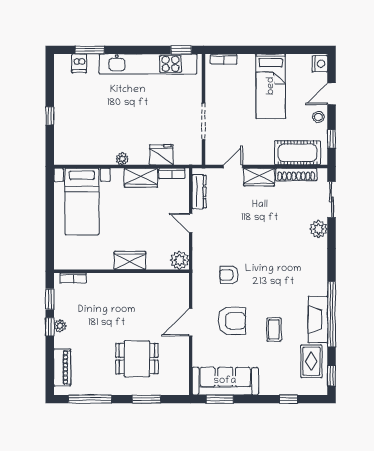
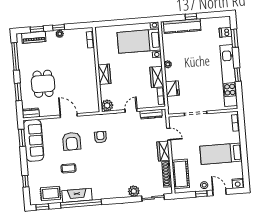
window: (181, 50) -> (238, 75), moved
kitchen counter: (64, 131) -> (182, 26), added
window: (331, 139) -> (201, 194), moved
window: (50, 299) -> (37, 29), moved
dresser: (182, 382) -> (31, 113), added

